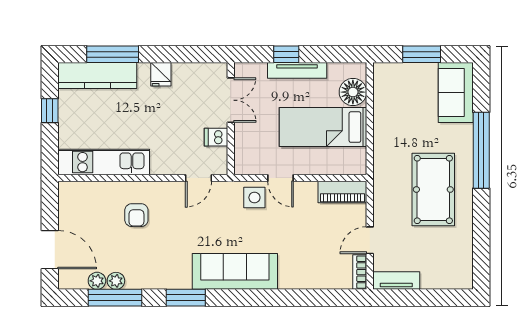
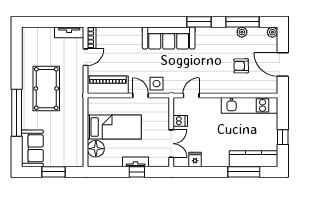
tv unit: (297, 70) -> (136, 162), width x0.71
fridge: (161, 74) -> (195, 160), moved
double door: (231, 100) -> (171, 144), swing flipped
piano: (342, 192) -> (108, 85), width x1.37, depth x1.33
armchair: (136, 215) -> (241, 66), moved, turned -91
door: (50, 250) -> (283, 65), moved
plant: (97, 281) -> (272, 32), moved

